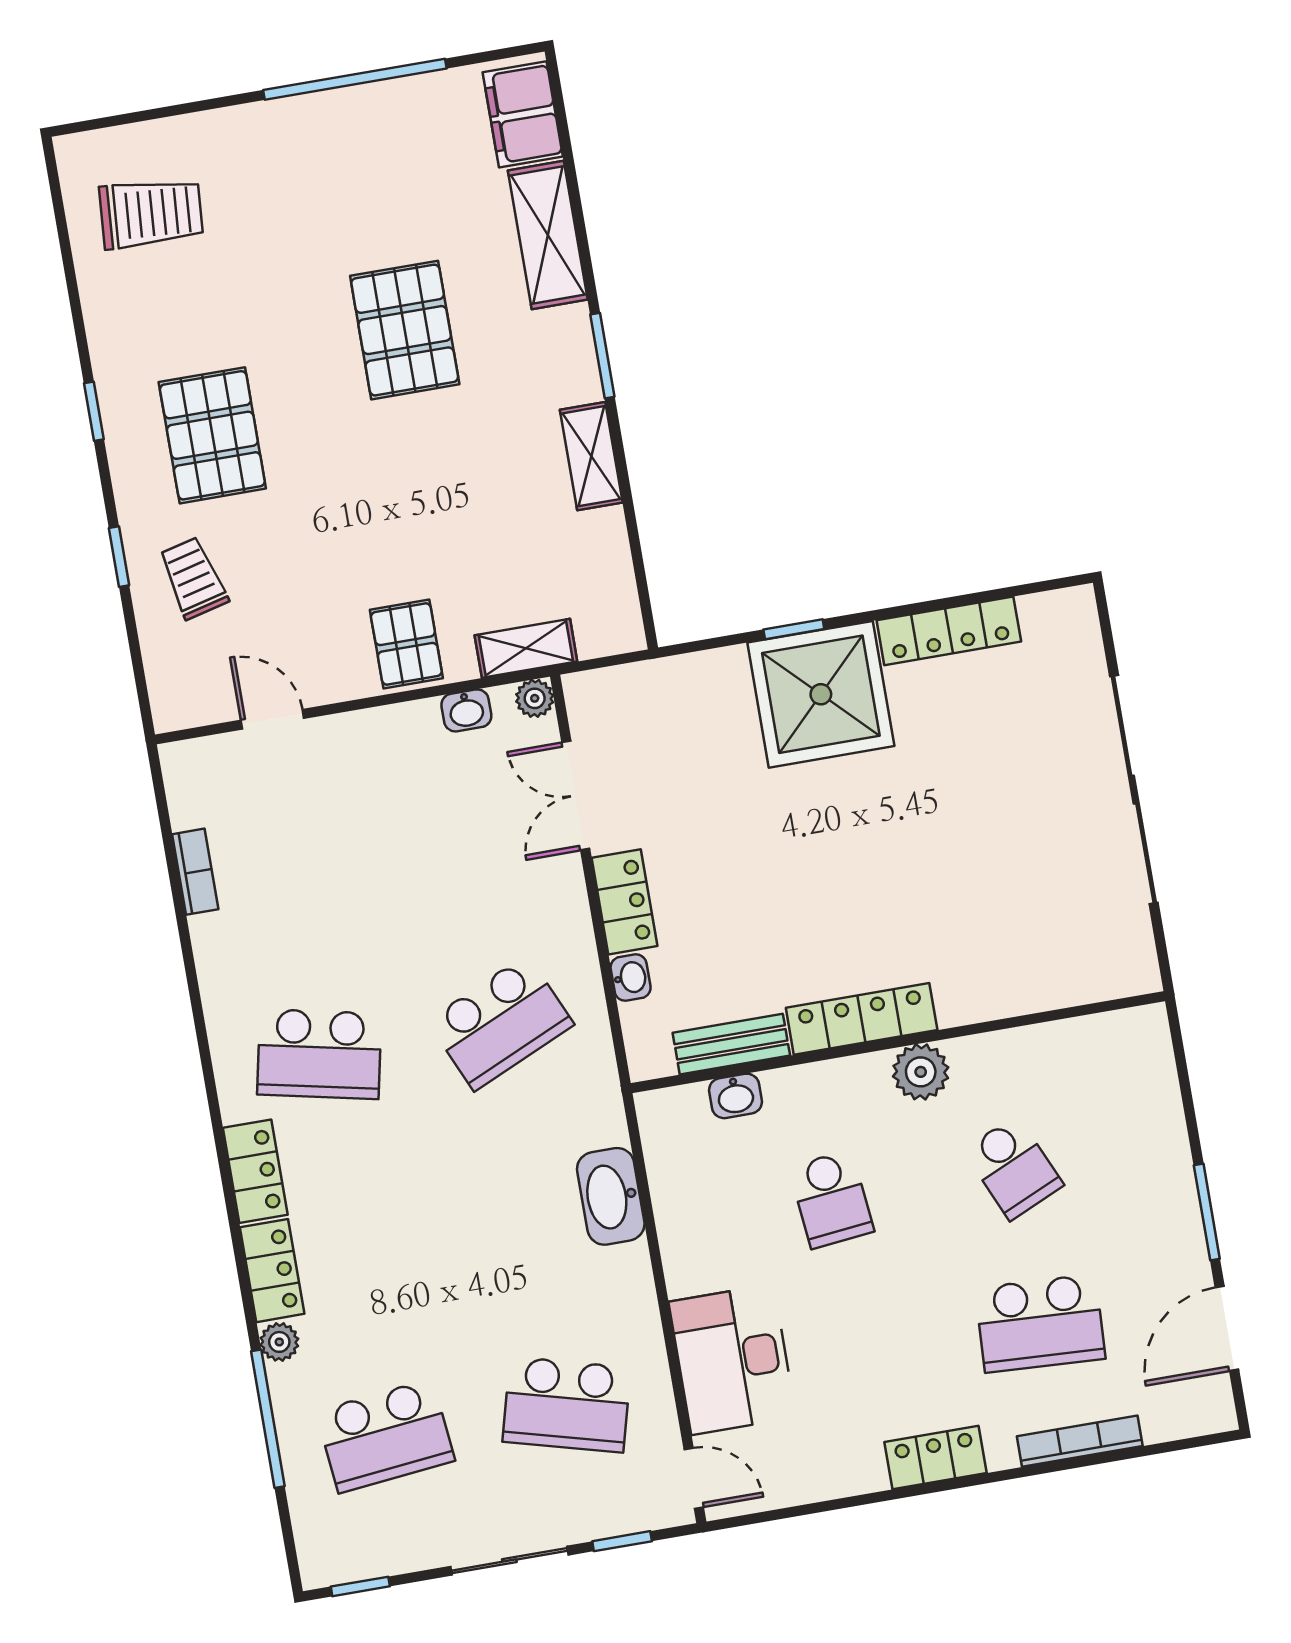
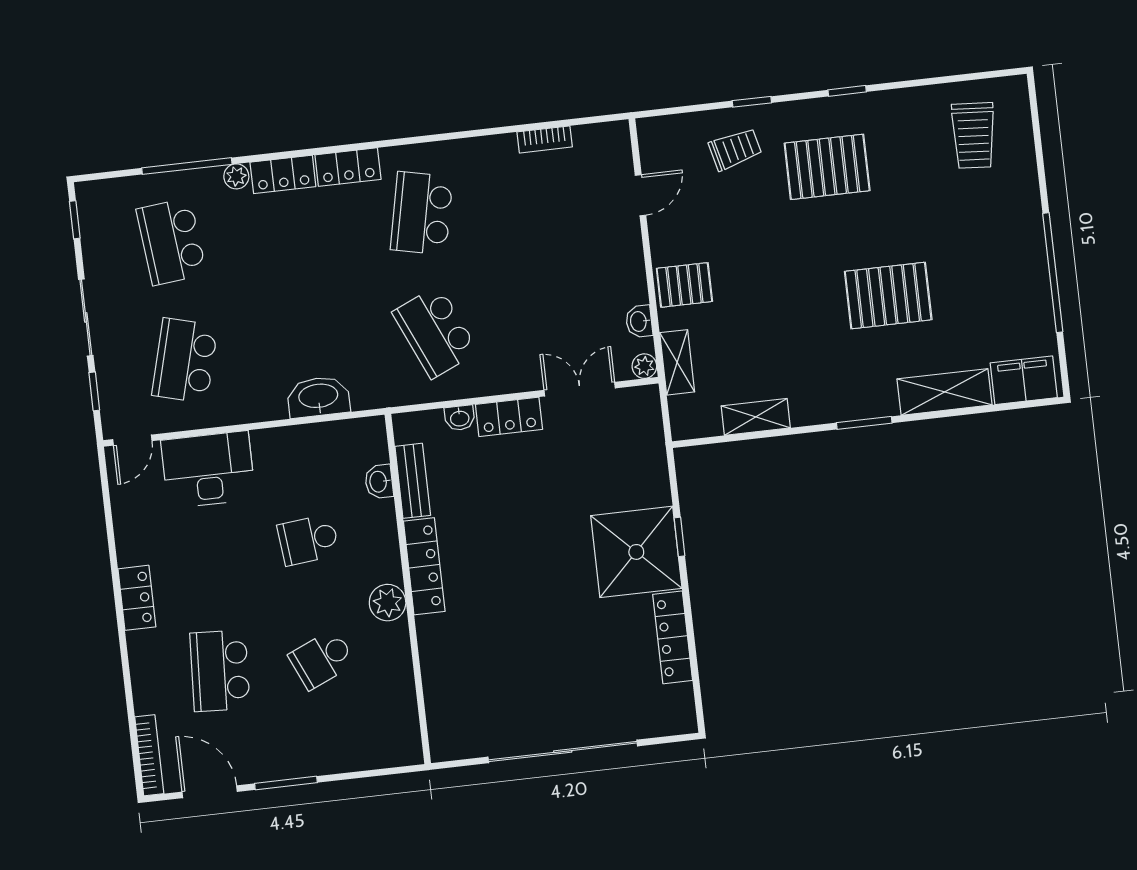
shelving: (591, 456) -> (756, 417), moved
bookcase: (1080, 1441) -> (149, 755), moved

